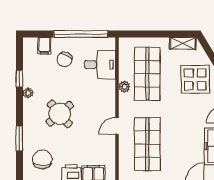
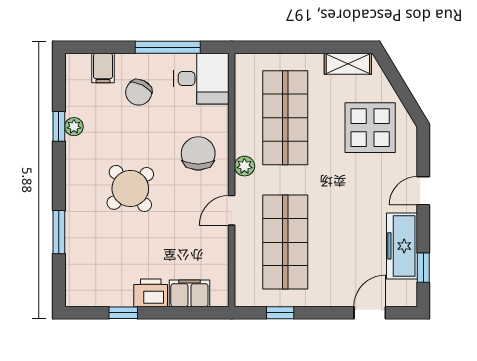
window: (81, 34) -> (168, 47), width x0.68
desk: (100, 65) -> (201, 79), moved
plant: (124, 87) -> (244, 166), moved
plant: (28, 93) -> (74, 127), moved
chair: (42, 159) -> (198, 153), moved

